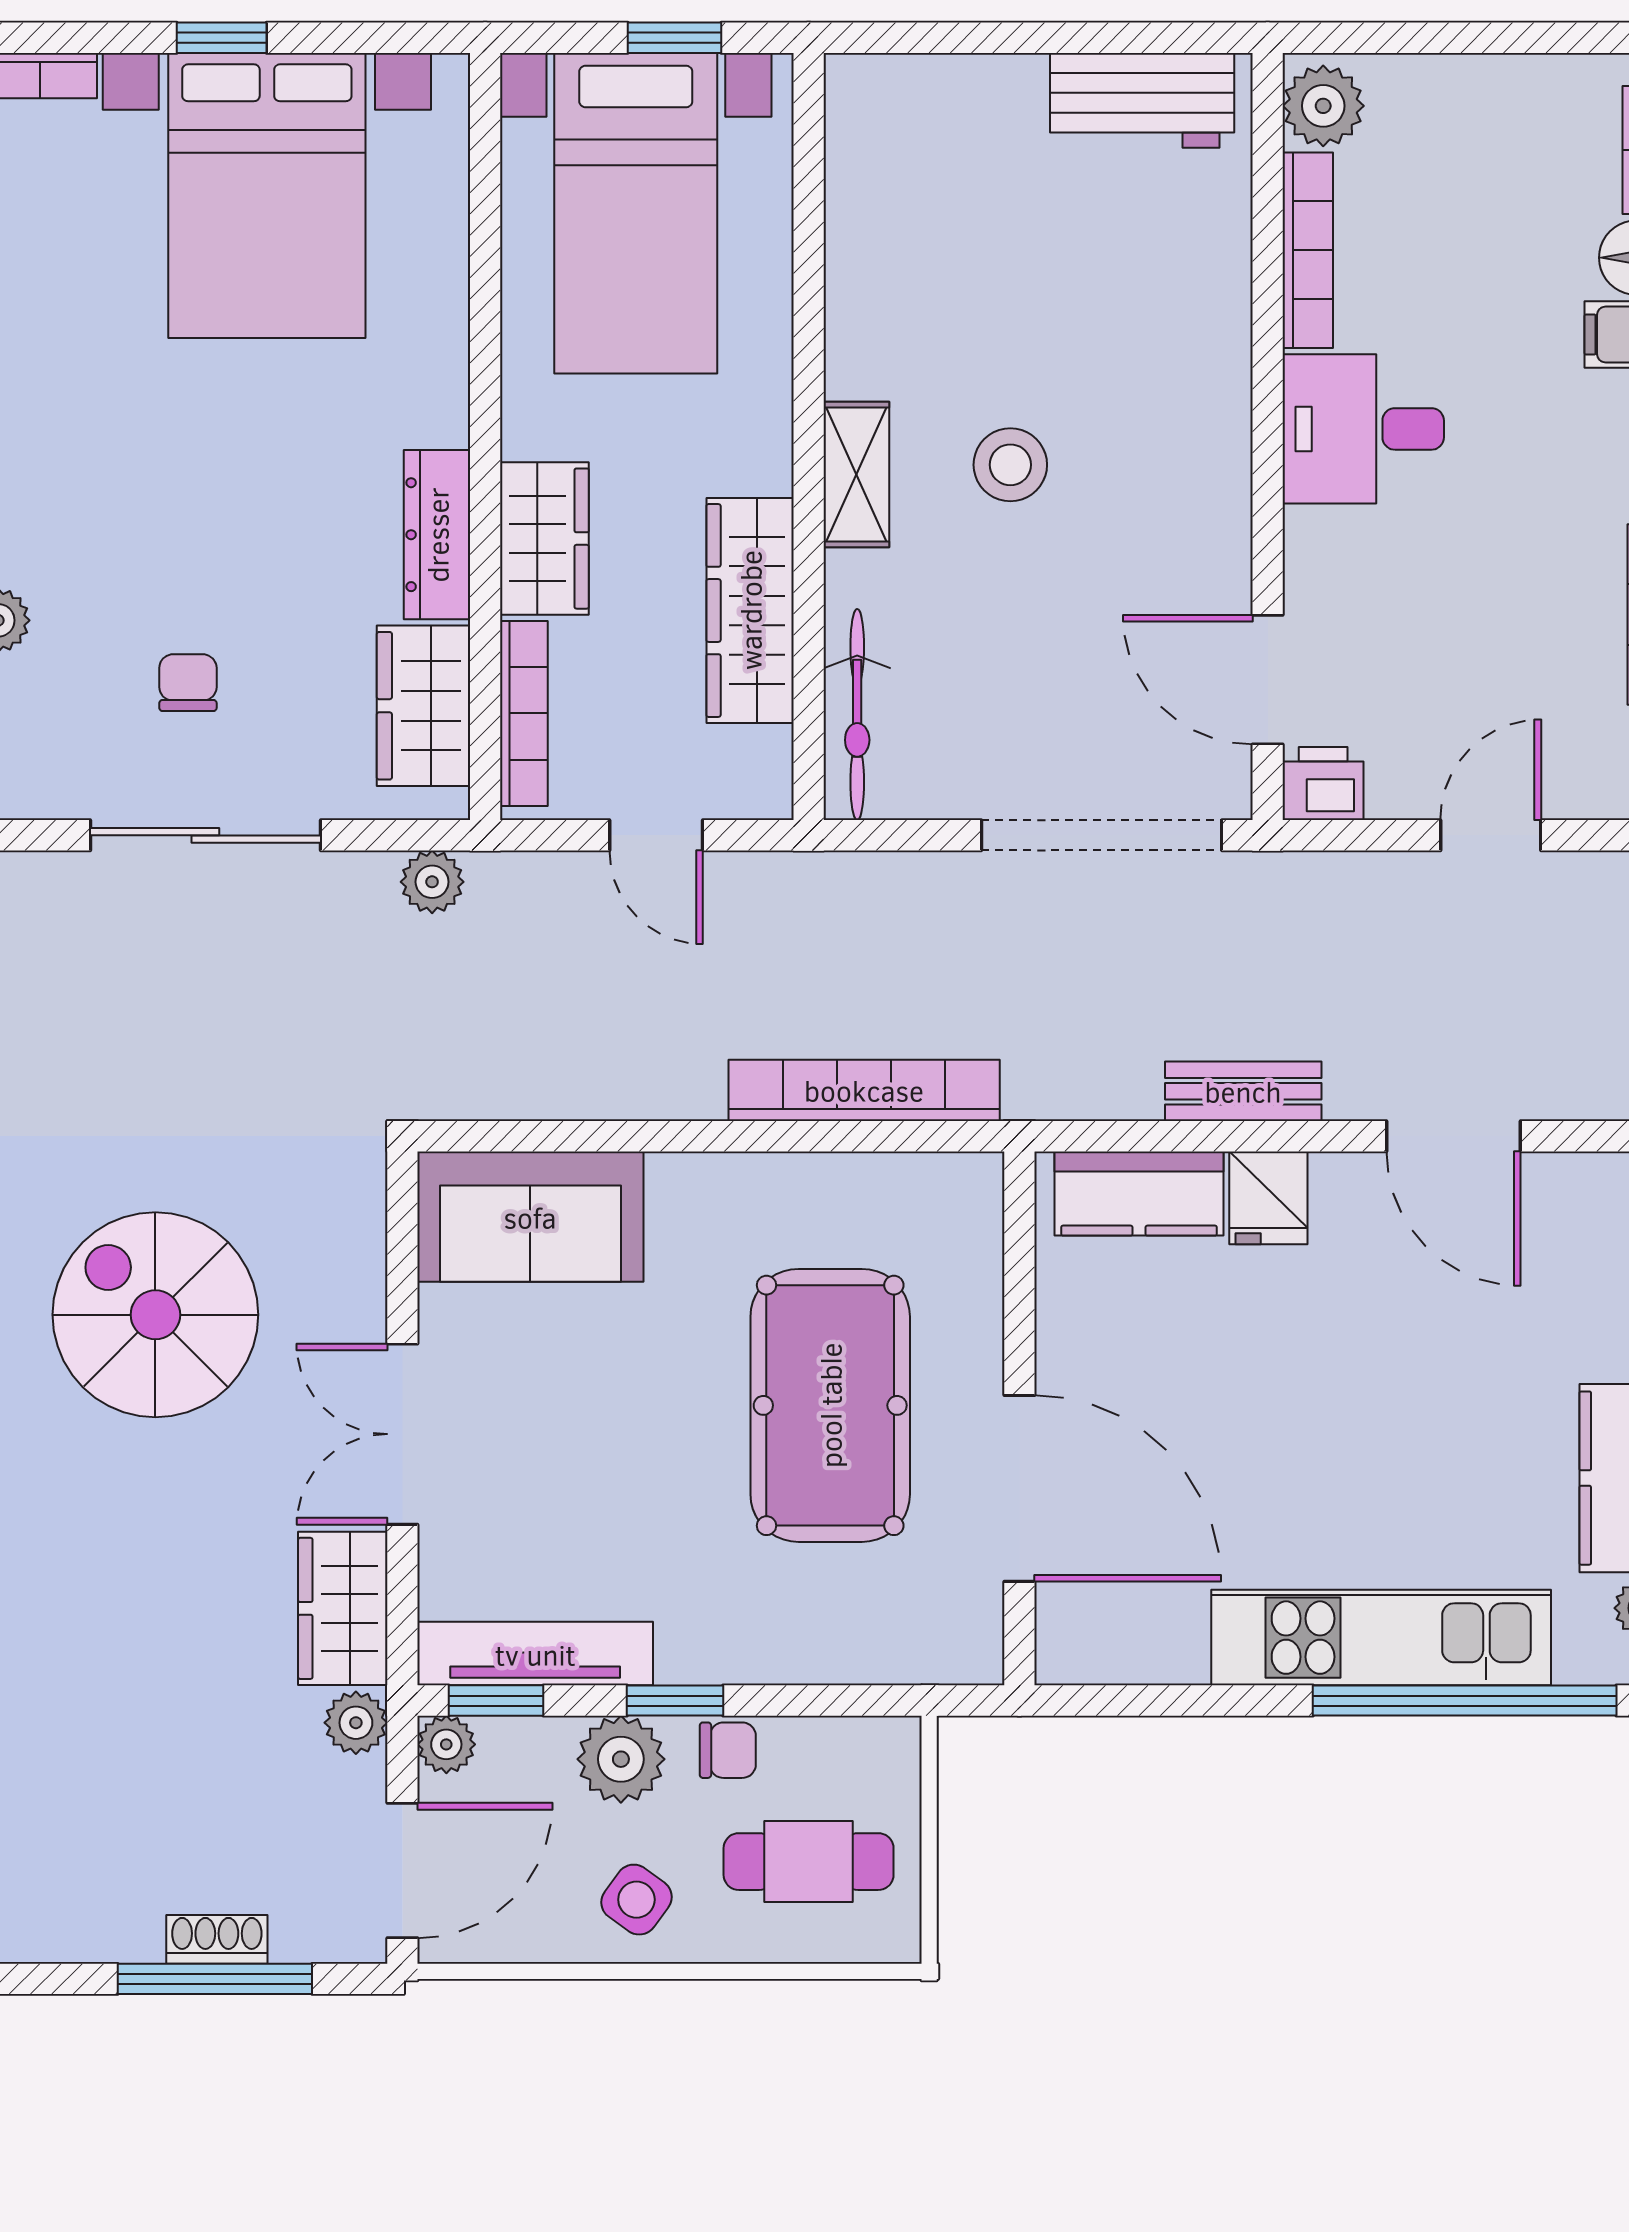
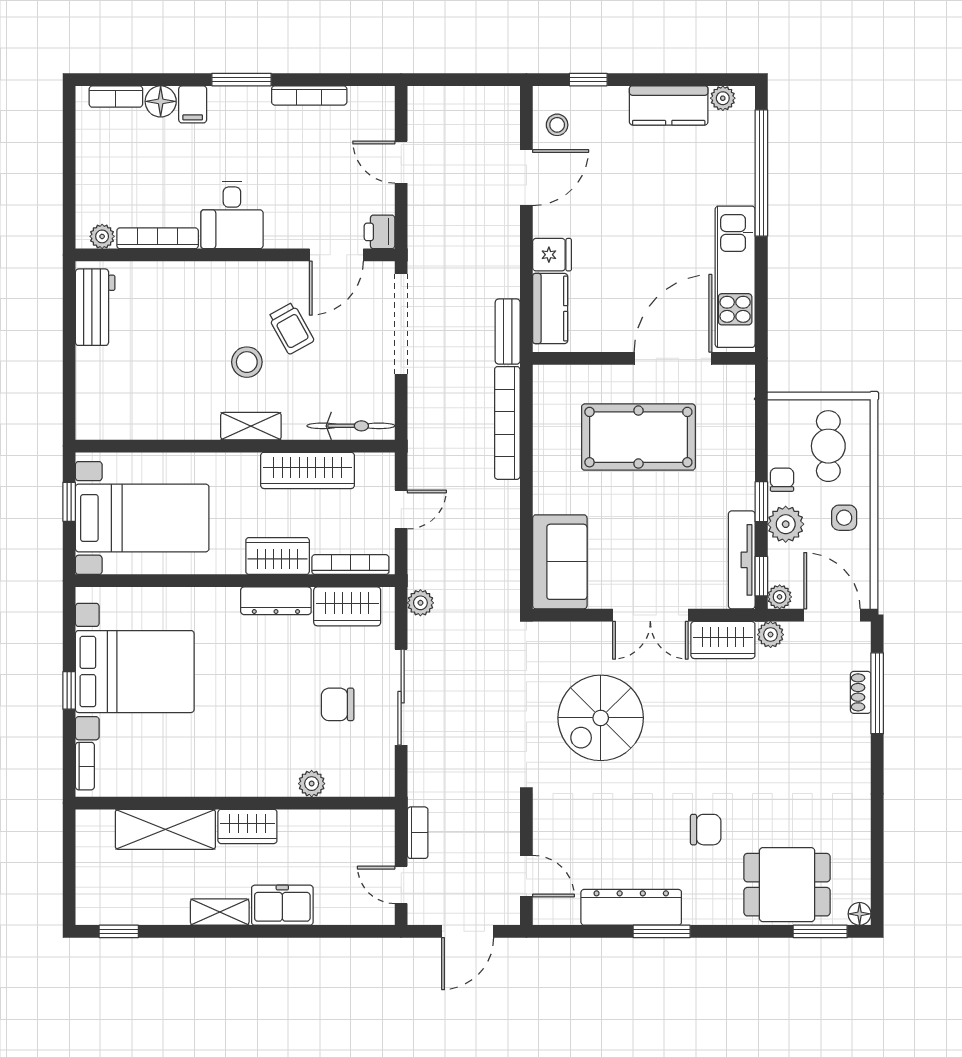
plant: (1323, 106) -> (102, 236), width x0.73, depth x0.73
trolley: (1091, 571) -> (291, 328), added
chair: (188, 683) -> (338, 704), width x1.37, depth x1.37
bench: (1243, 1091) -> (508, 332), moved
stool: (1580, 1210) -> (557, 125), added
kitchen unit: (1381, 1638) -> (735, 277), moved
side table: (636, 1900) -> (844, 518), turned -36

